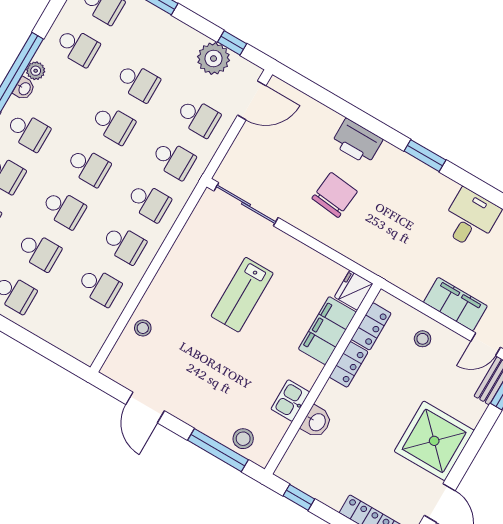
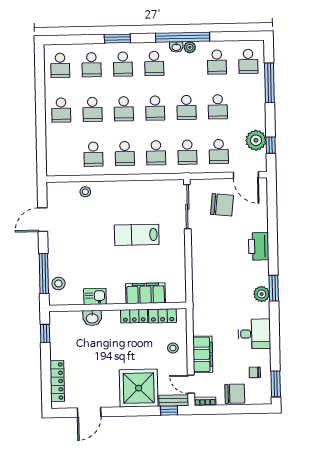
plant: (423, 177) -> (262, 294), added
chair: (335, 195) -> (222, 205), moved
fridge: (354, 290) -> (176, 294), removed
shower: (434, 441) -> (139, 388), moved

